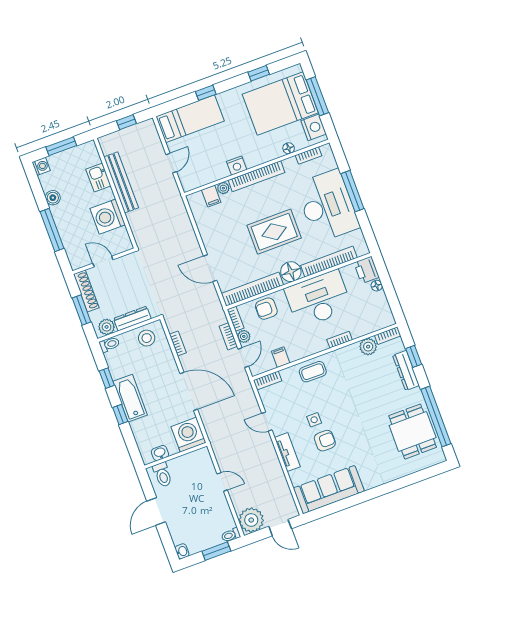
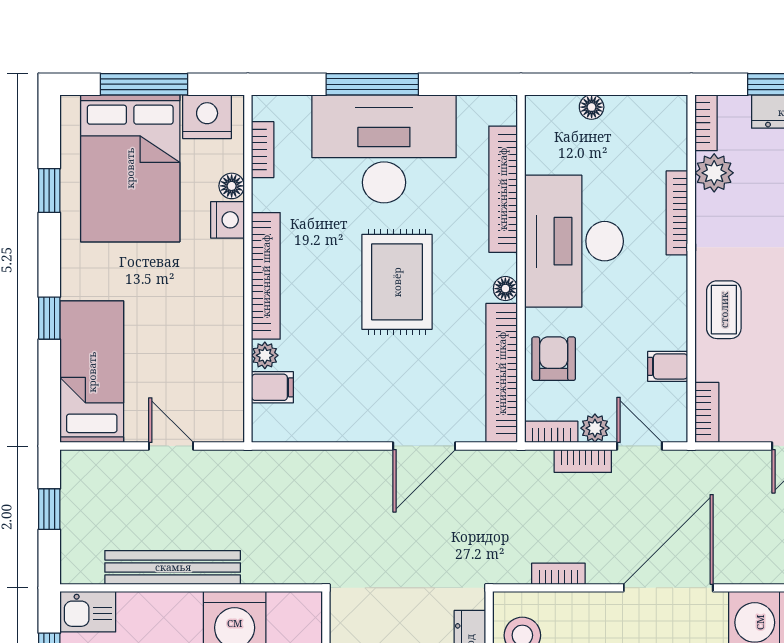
nightstand: (237, 166) -> (227, 220), moved
kitchen sink: (98, 178) -> (88, 612), moved
printer: (367, 270) -> (551, 116), removed
floor lamp: (291, 272) -> (505, 289), width x0.53, depth x0.53
armchair: (266, 309) -> (554, 359), turned 180
bookcase: (340, 340) -> (677, 213), width x1.56

